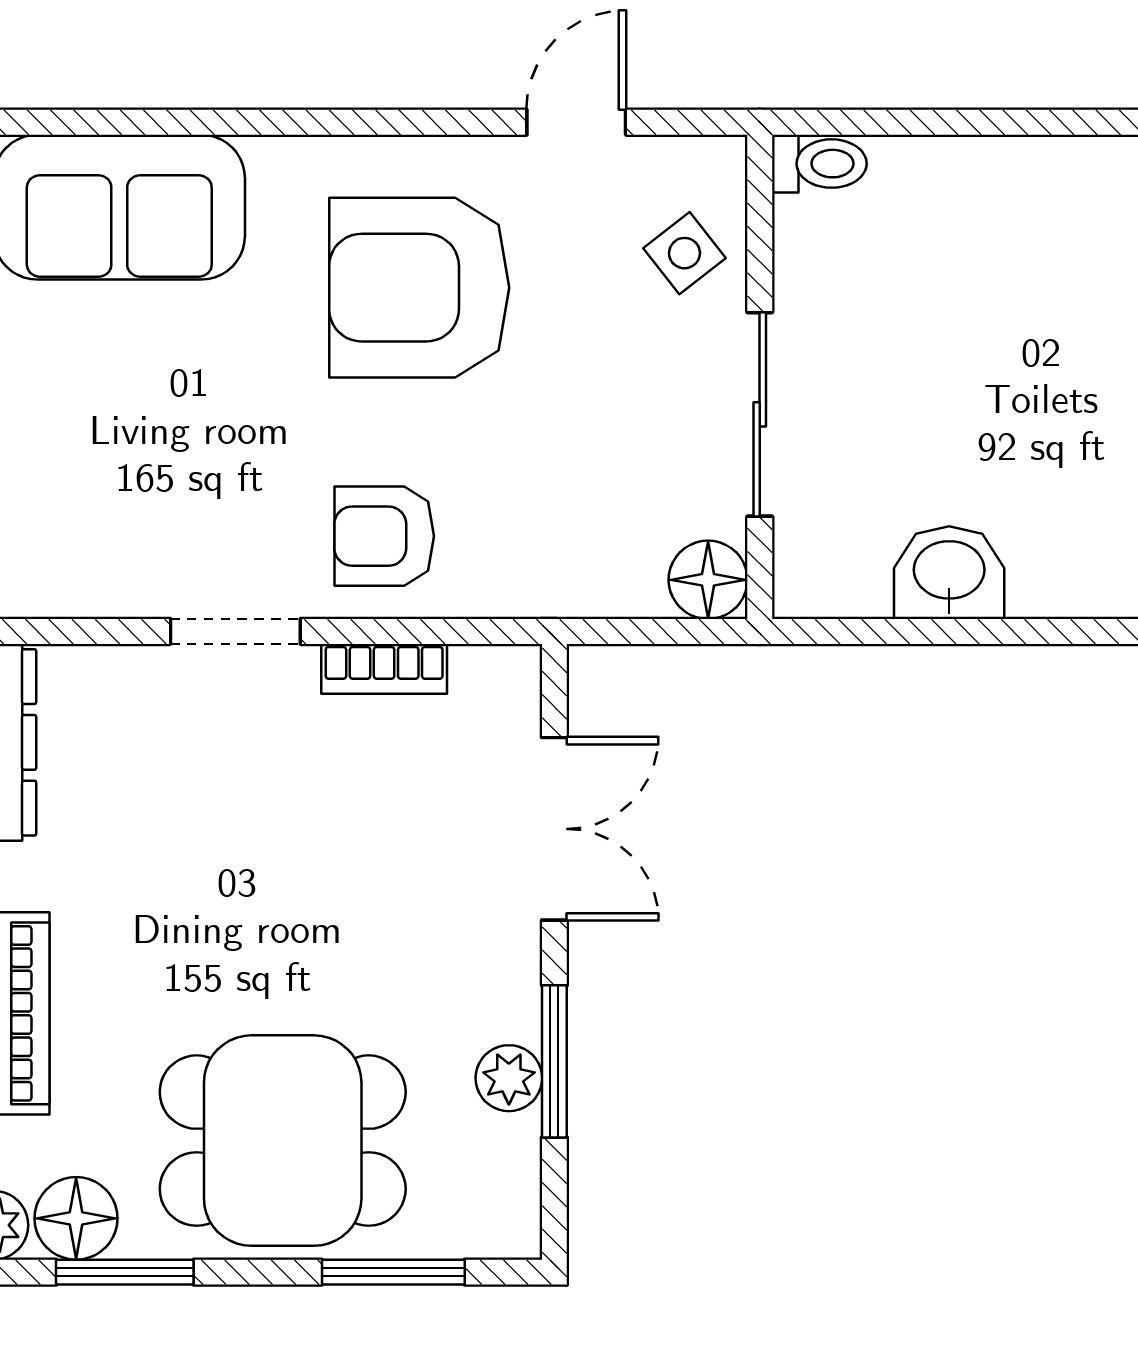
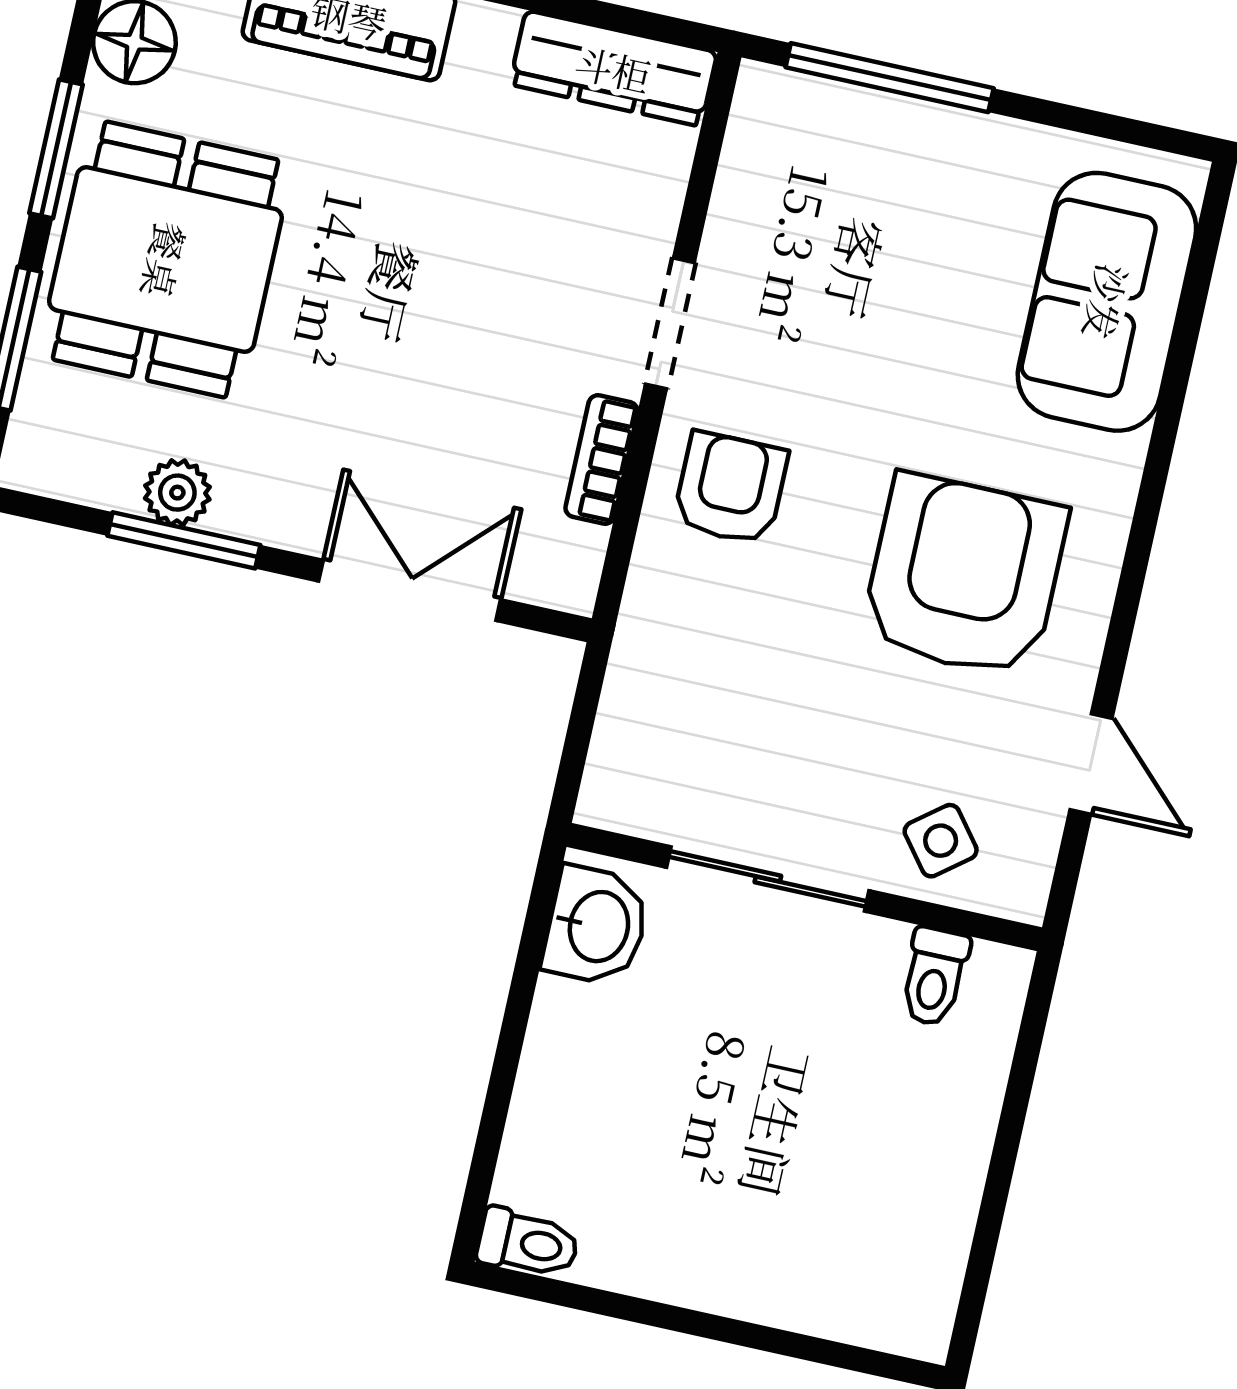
toilet: (819, 164) -> (934, 977), moved
washbasin: (949, 573) -> (596, 926), moved
floor lamp: (708, 580) -> (618, 793), removed
double door: (554, 829) -> (410, 590), swing flipped
window: (125, 1272) -> (56, 149), moved

